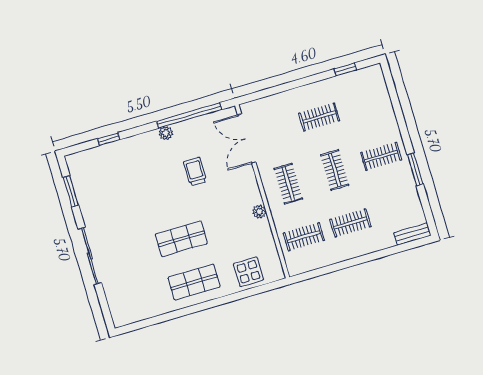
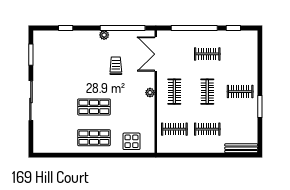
window: (290, 86) -> (194, 28), added
plant: (259, 212) -> (150, 93), moved
bench: (412, 234) -> (241, 148), width x1.36

